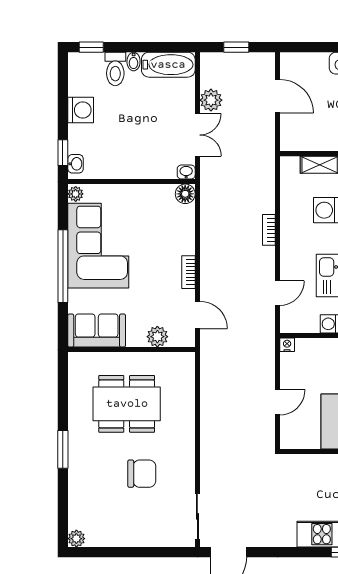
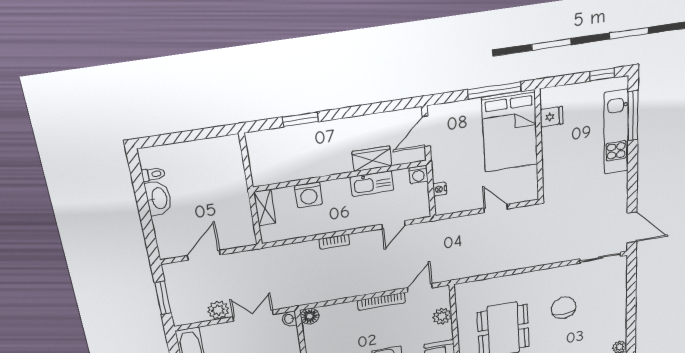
window: (236, 47) -> (163, 298), width x1.50
bookcase: (188, 272) -> (381, 301), width x1.56
door: (277, 293) -> (393, 225), swing flipped
nightstand: (287, 345) -> (440, 189), moved

